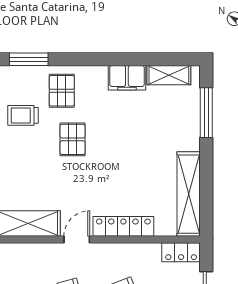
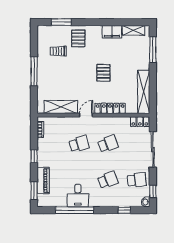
pallet: (73, 139) -> (103, 73), moved

